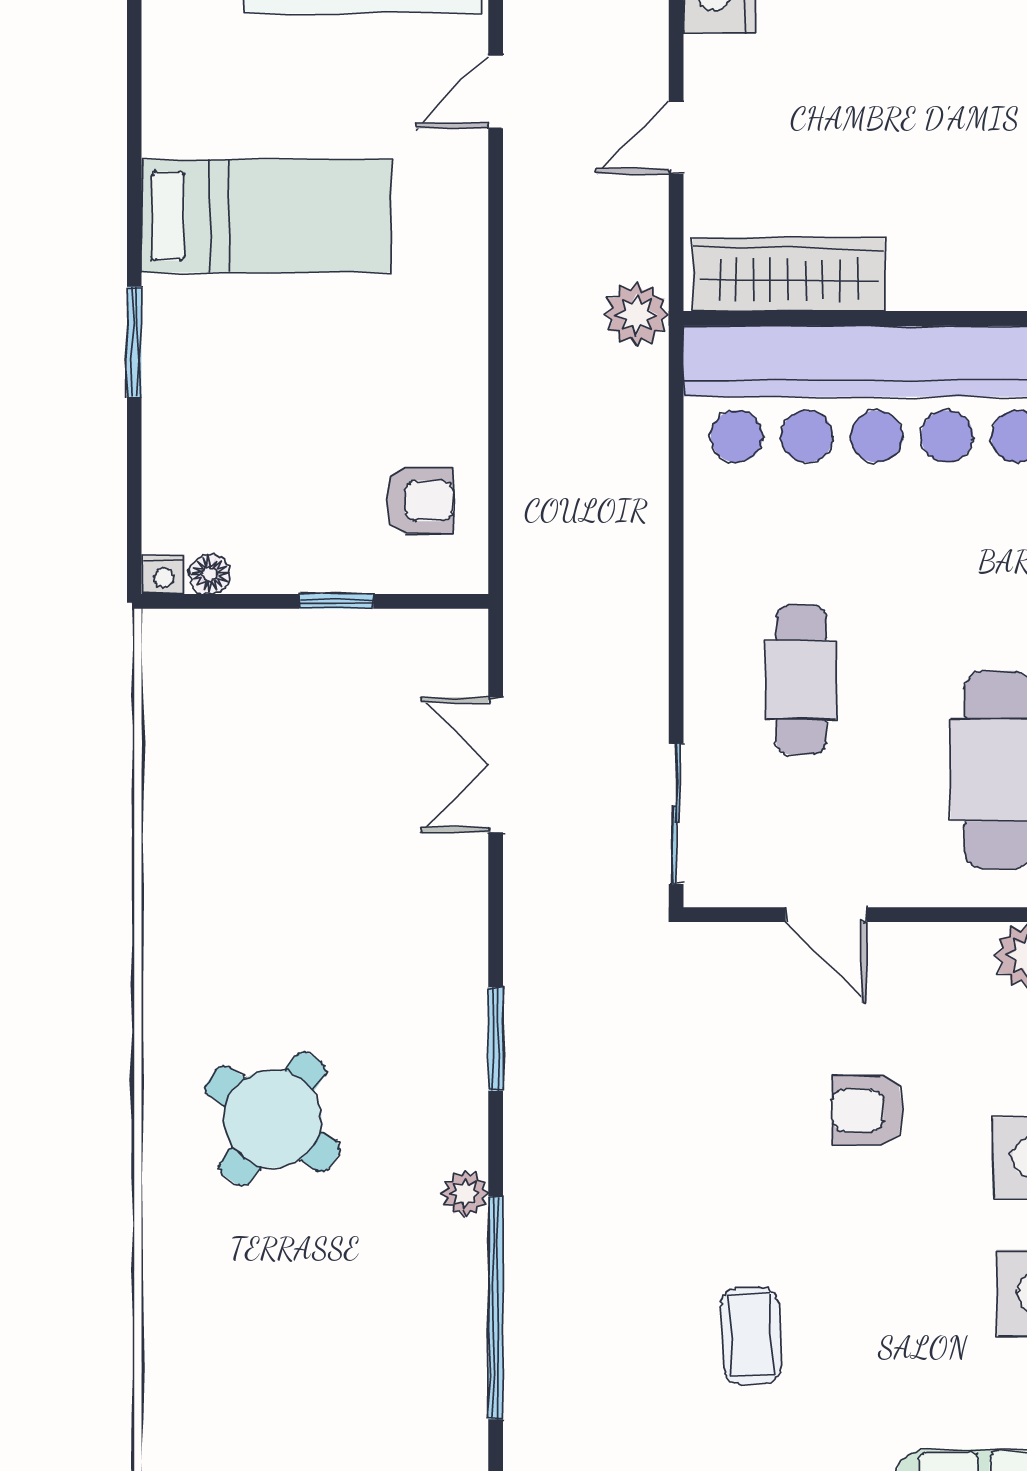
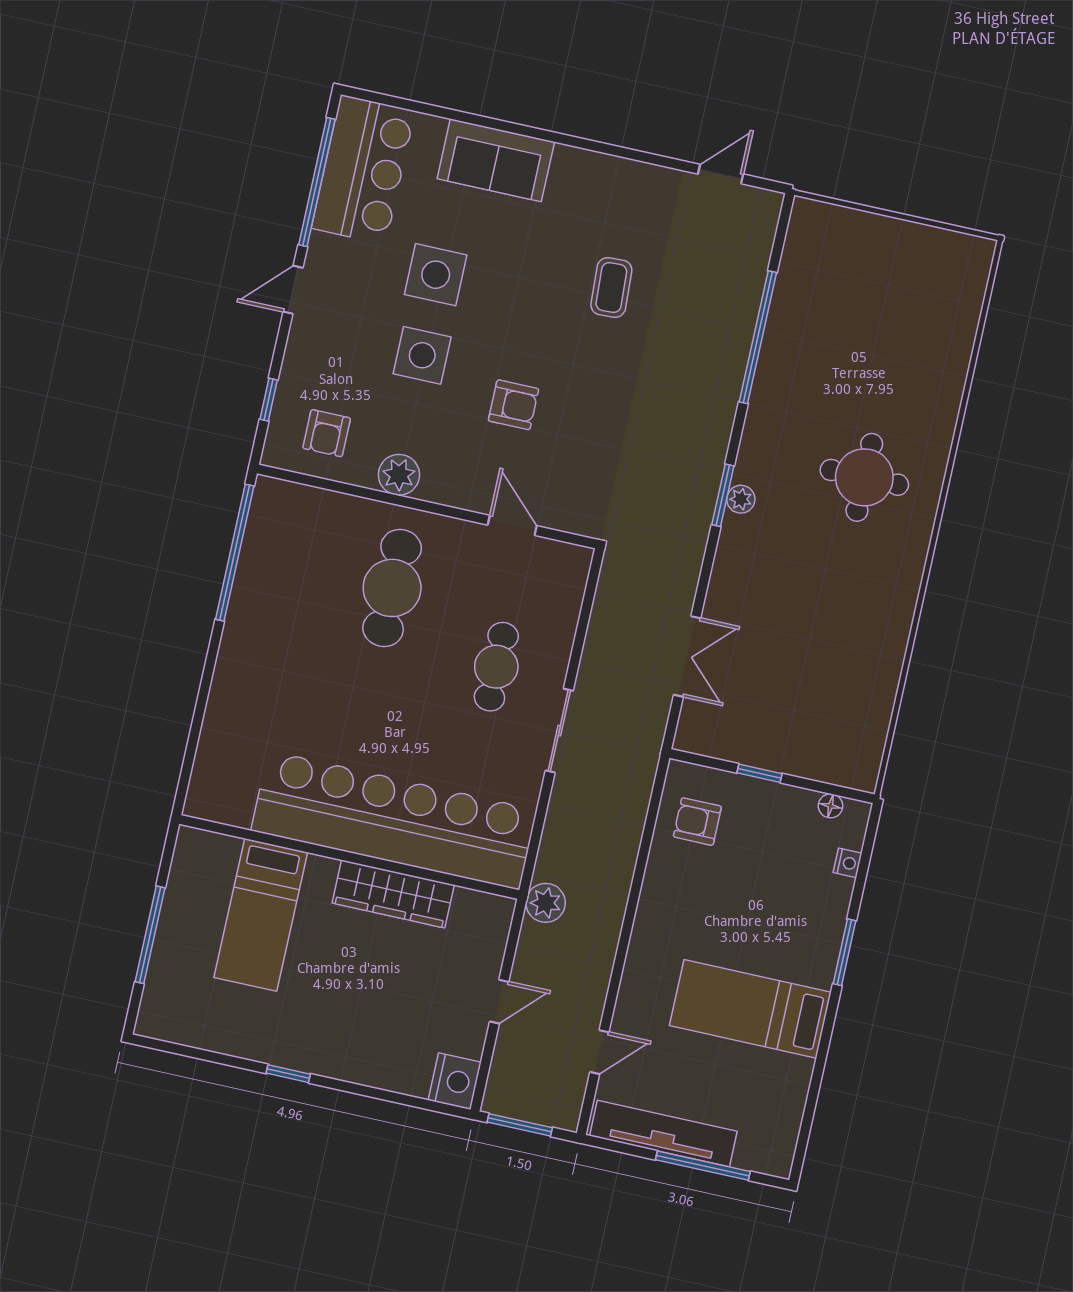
wardrobe: (789, 274) -> (393, 894), moved
nightstand: (163, 574) -> (848, 863), moved, turned 90
sliding door: (676, 814) -> (559, 731), moved
round table: (273, 1119) -> (864, 477), turned -35
plant: (465, 1193) -> (741, 499), moved

